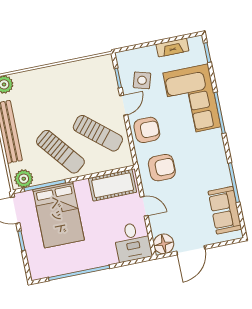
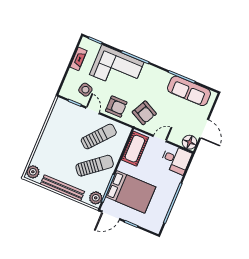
armchair: (147, 130) -> (116, 107), turned 90
armchair: (162, 168) -> (144, 113), turned 117
sofa: (225, 210) -> (189, 91), width x1.36

